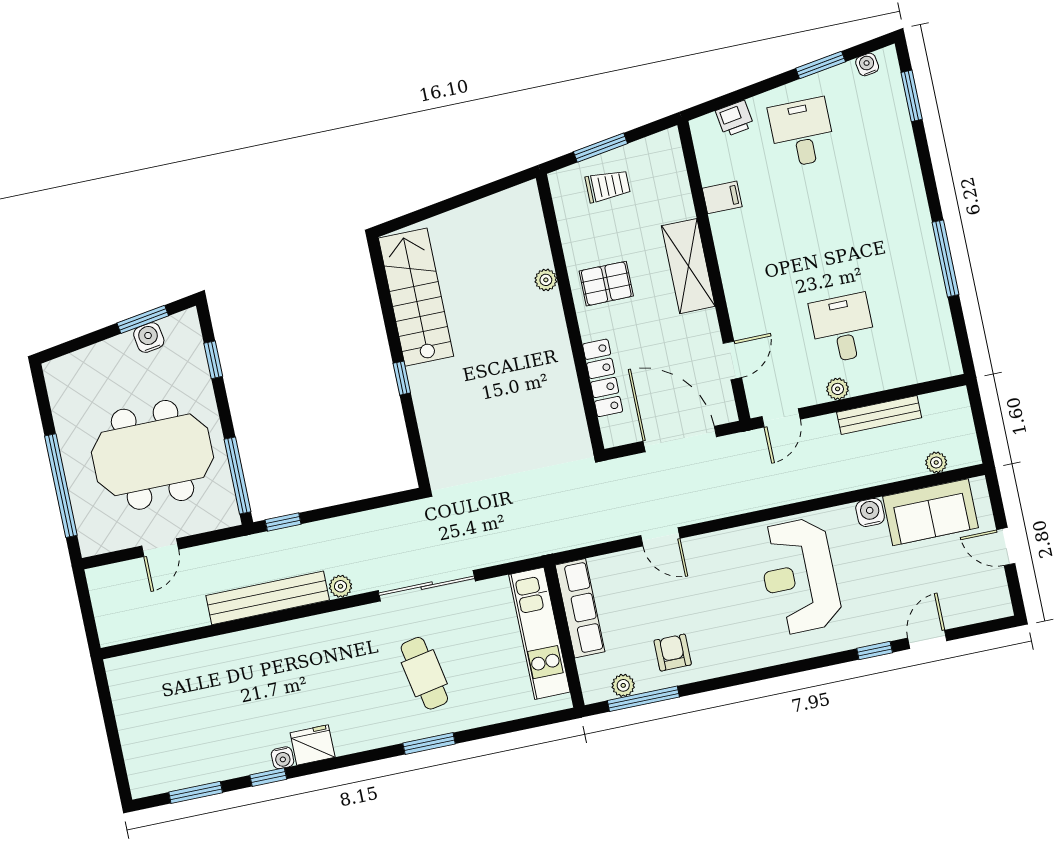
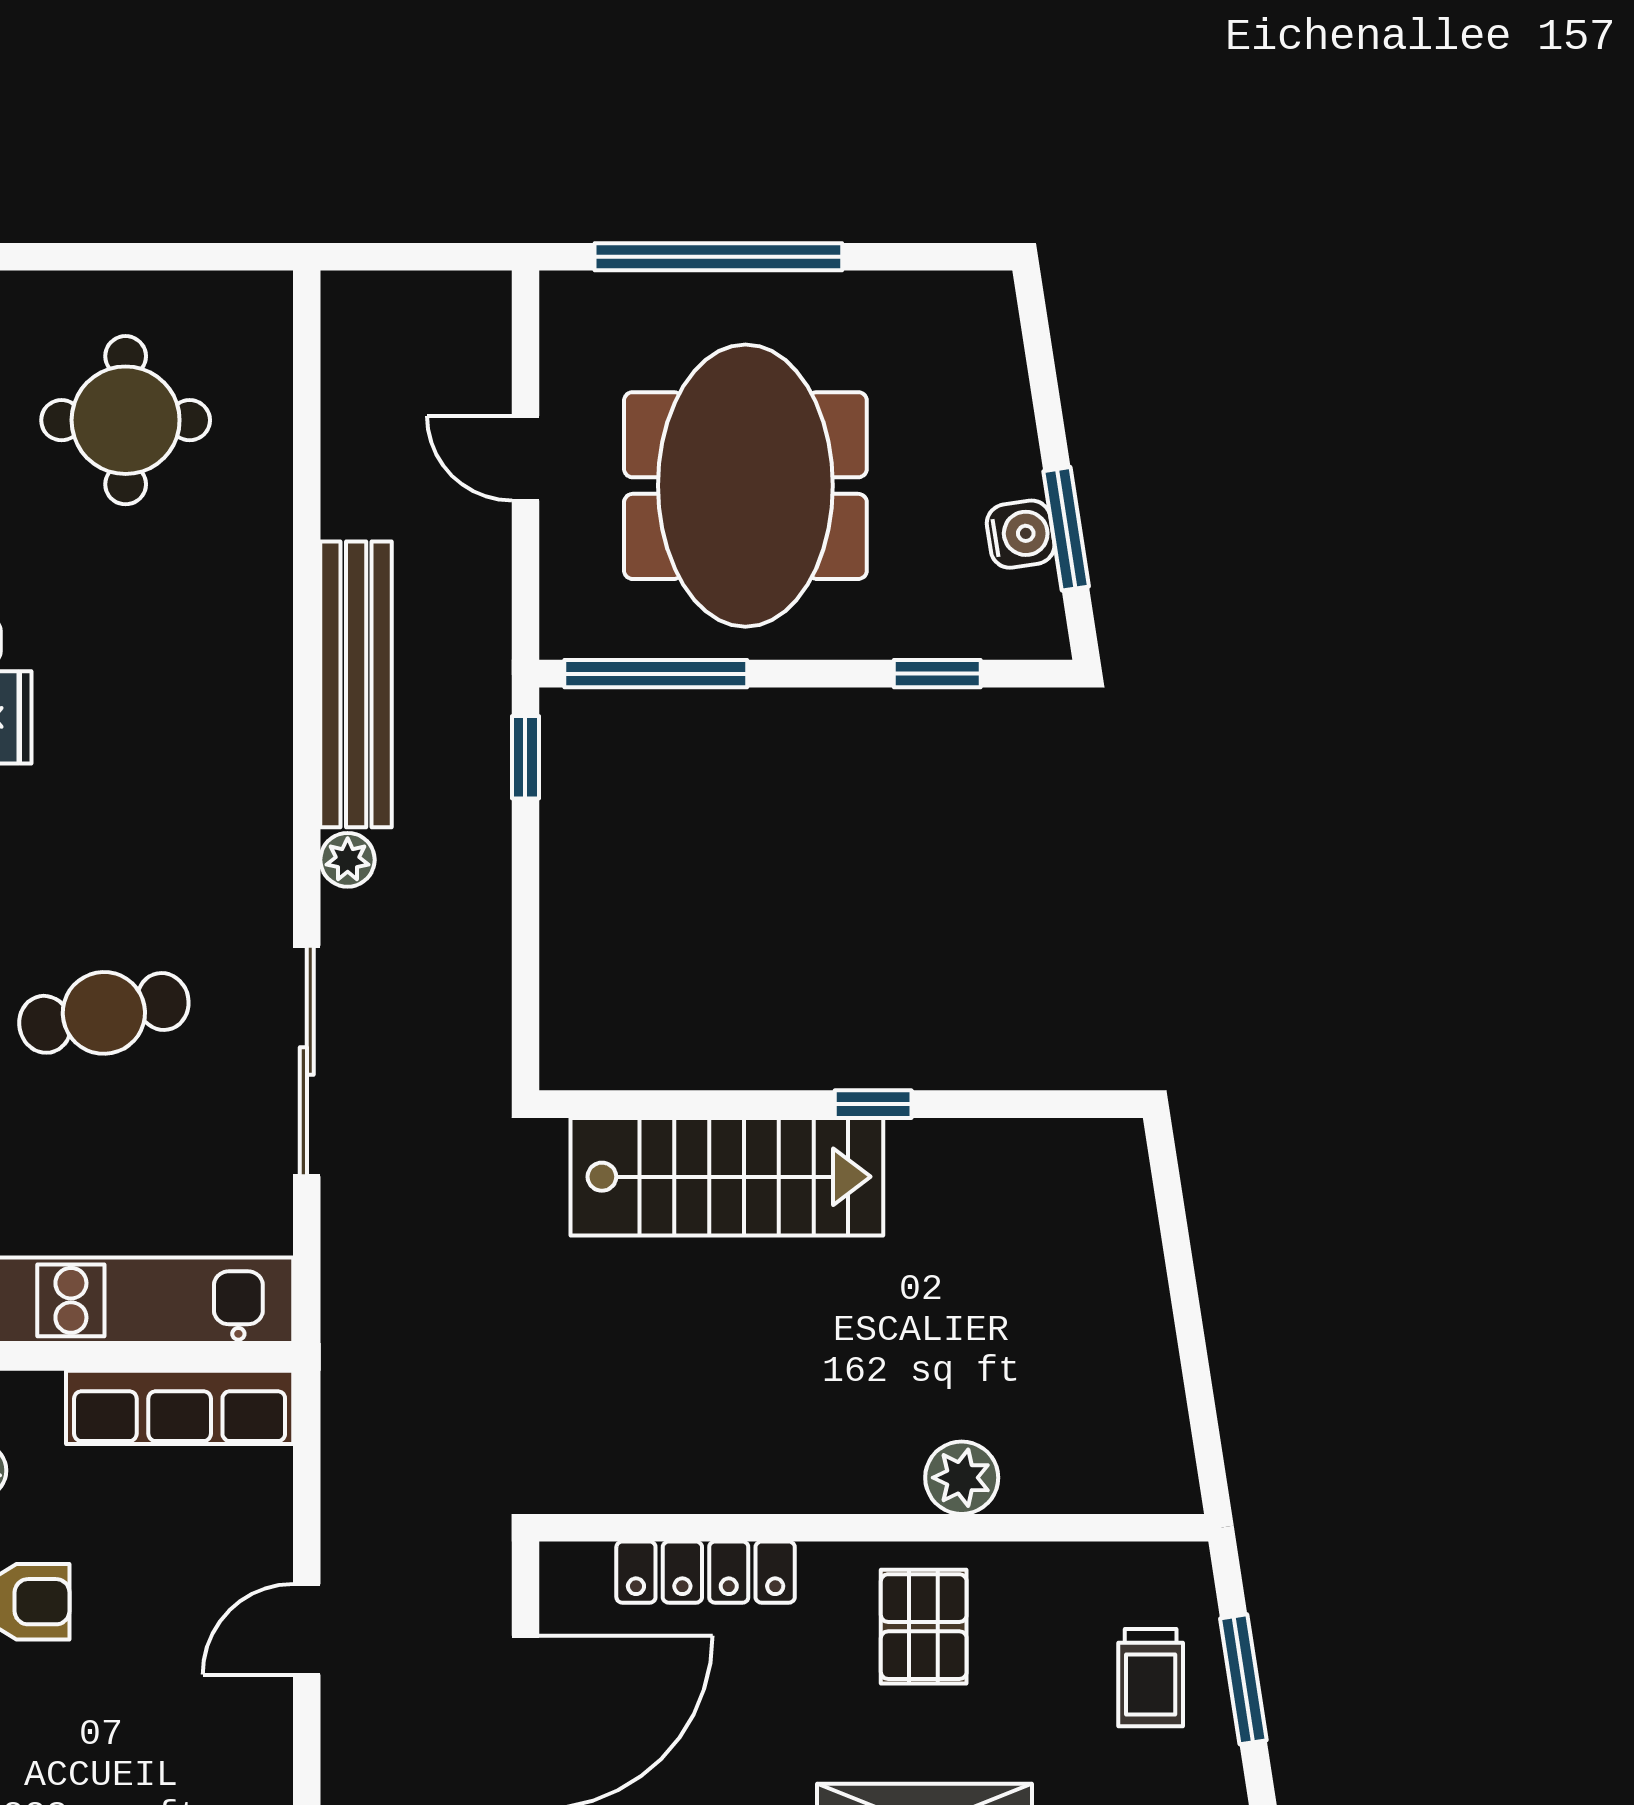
plant: (546, 280) -> (962, 1478), width x1.38, depth x1.38
stairs: (416, 297) -> (727, 1177), moved
window: (402, 378) -> (873, 1104), moved
round table: (179, 715) -> (126, 420), added

